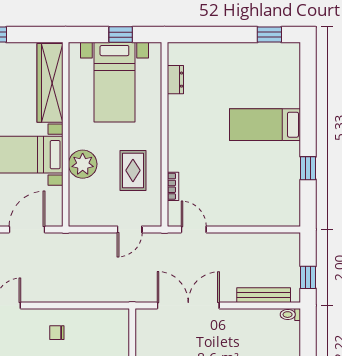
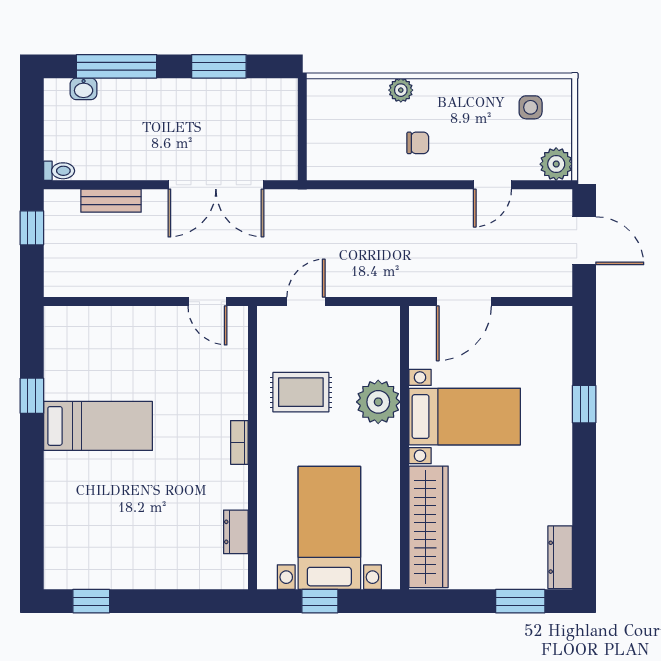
bed: (265, 125) -> (98, 426), moved
rug: (133, 170) -> (301, 392), turned 90
bookcase: (173, 186) -> (239, 442), moved
bench: (264, 295) -> (111, 201), width x0.73

